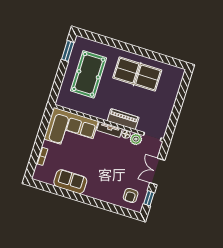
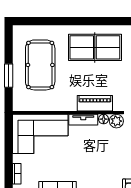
window: (68, 51) -> (9, 76), moved

